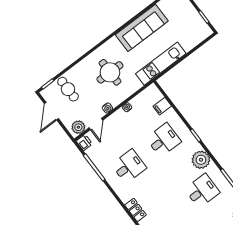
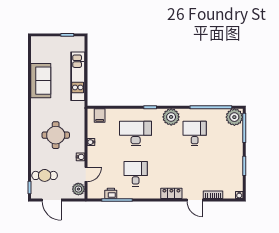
sofa: (142, 28) -> (41, 81), width x0.73
kitchen unit: (161, 64) -> (78, 76), moved
filing cabinet: (162, 106) -> (100, 116), moved
door: (96, 124) -> (86, 174), hinge flipped
desk: (164, 140) -> (136, 133), width x1.37
printer: (84, 143) -> (111, 193), moved

